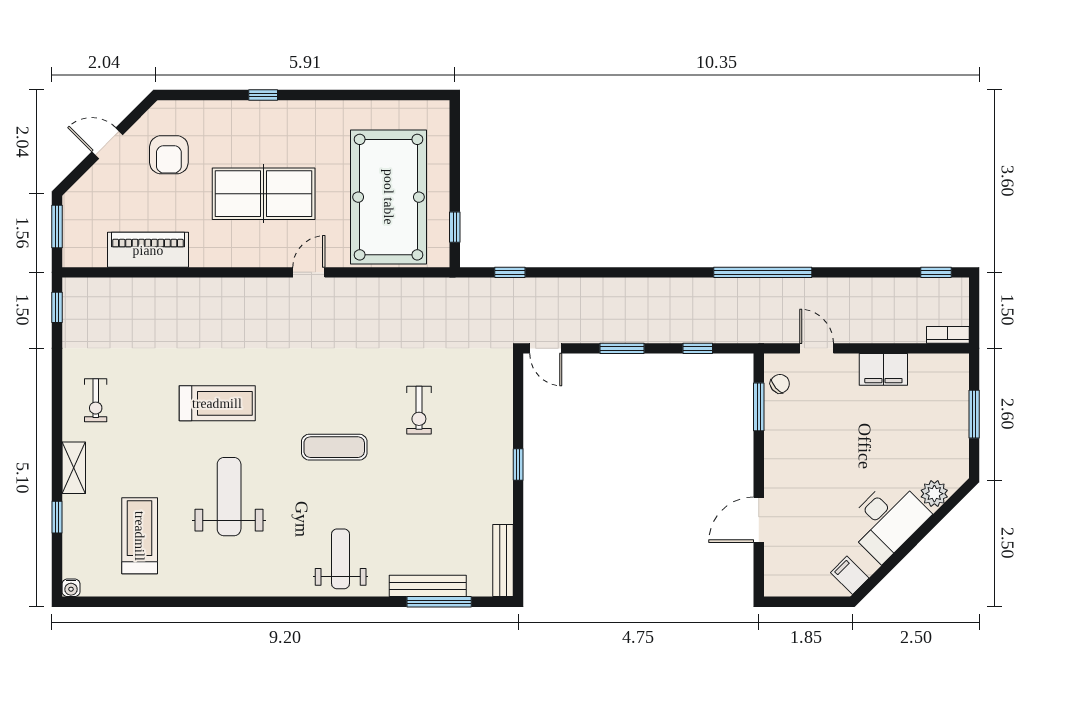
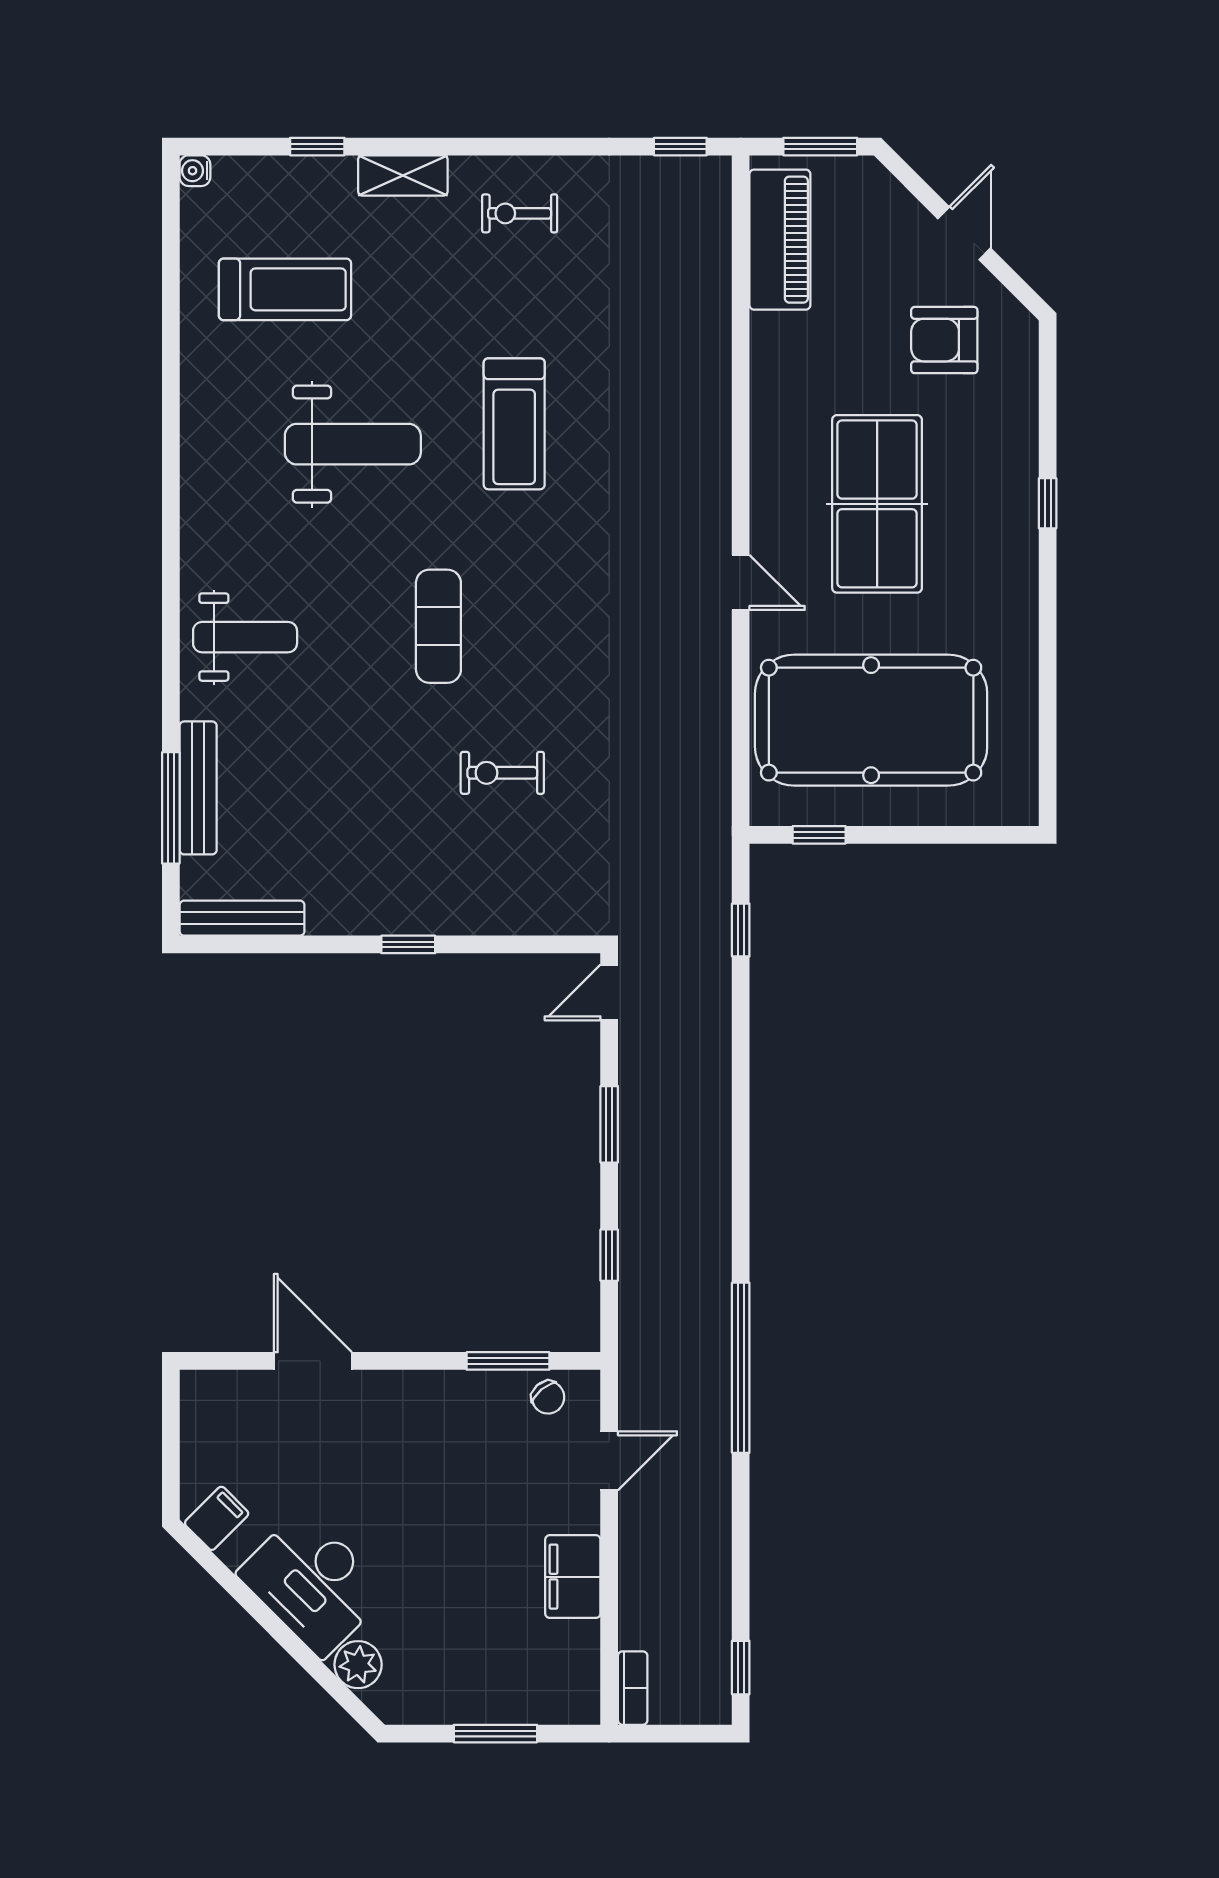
piano: (148, 250) -> (780, 240), moved

